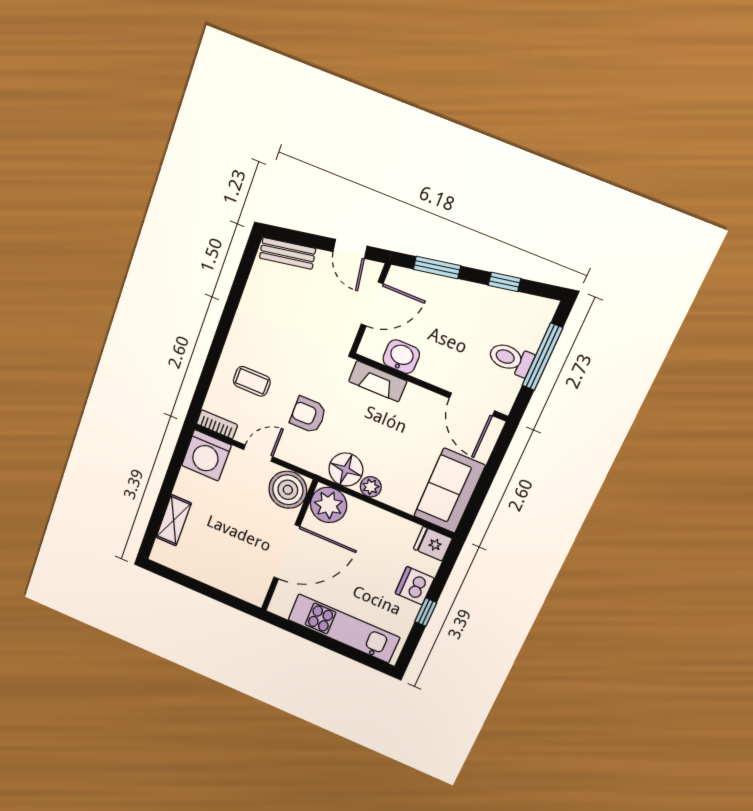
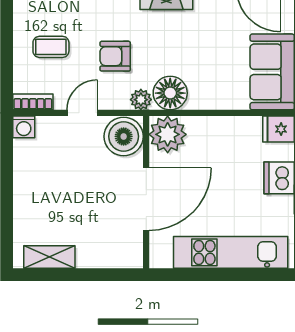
washing machine: (206, 455) -> (24, 127), width x0.53, depth x0.53
plant: (371, 487) -> (141, 100), moved
shelving: (174, 520) -> (49, 257), moved, turned 90

